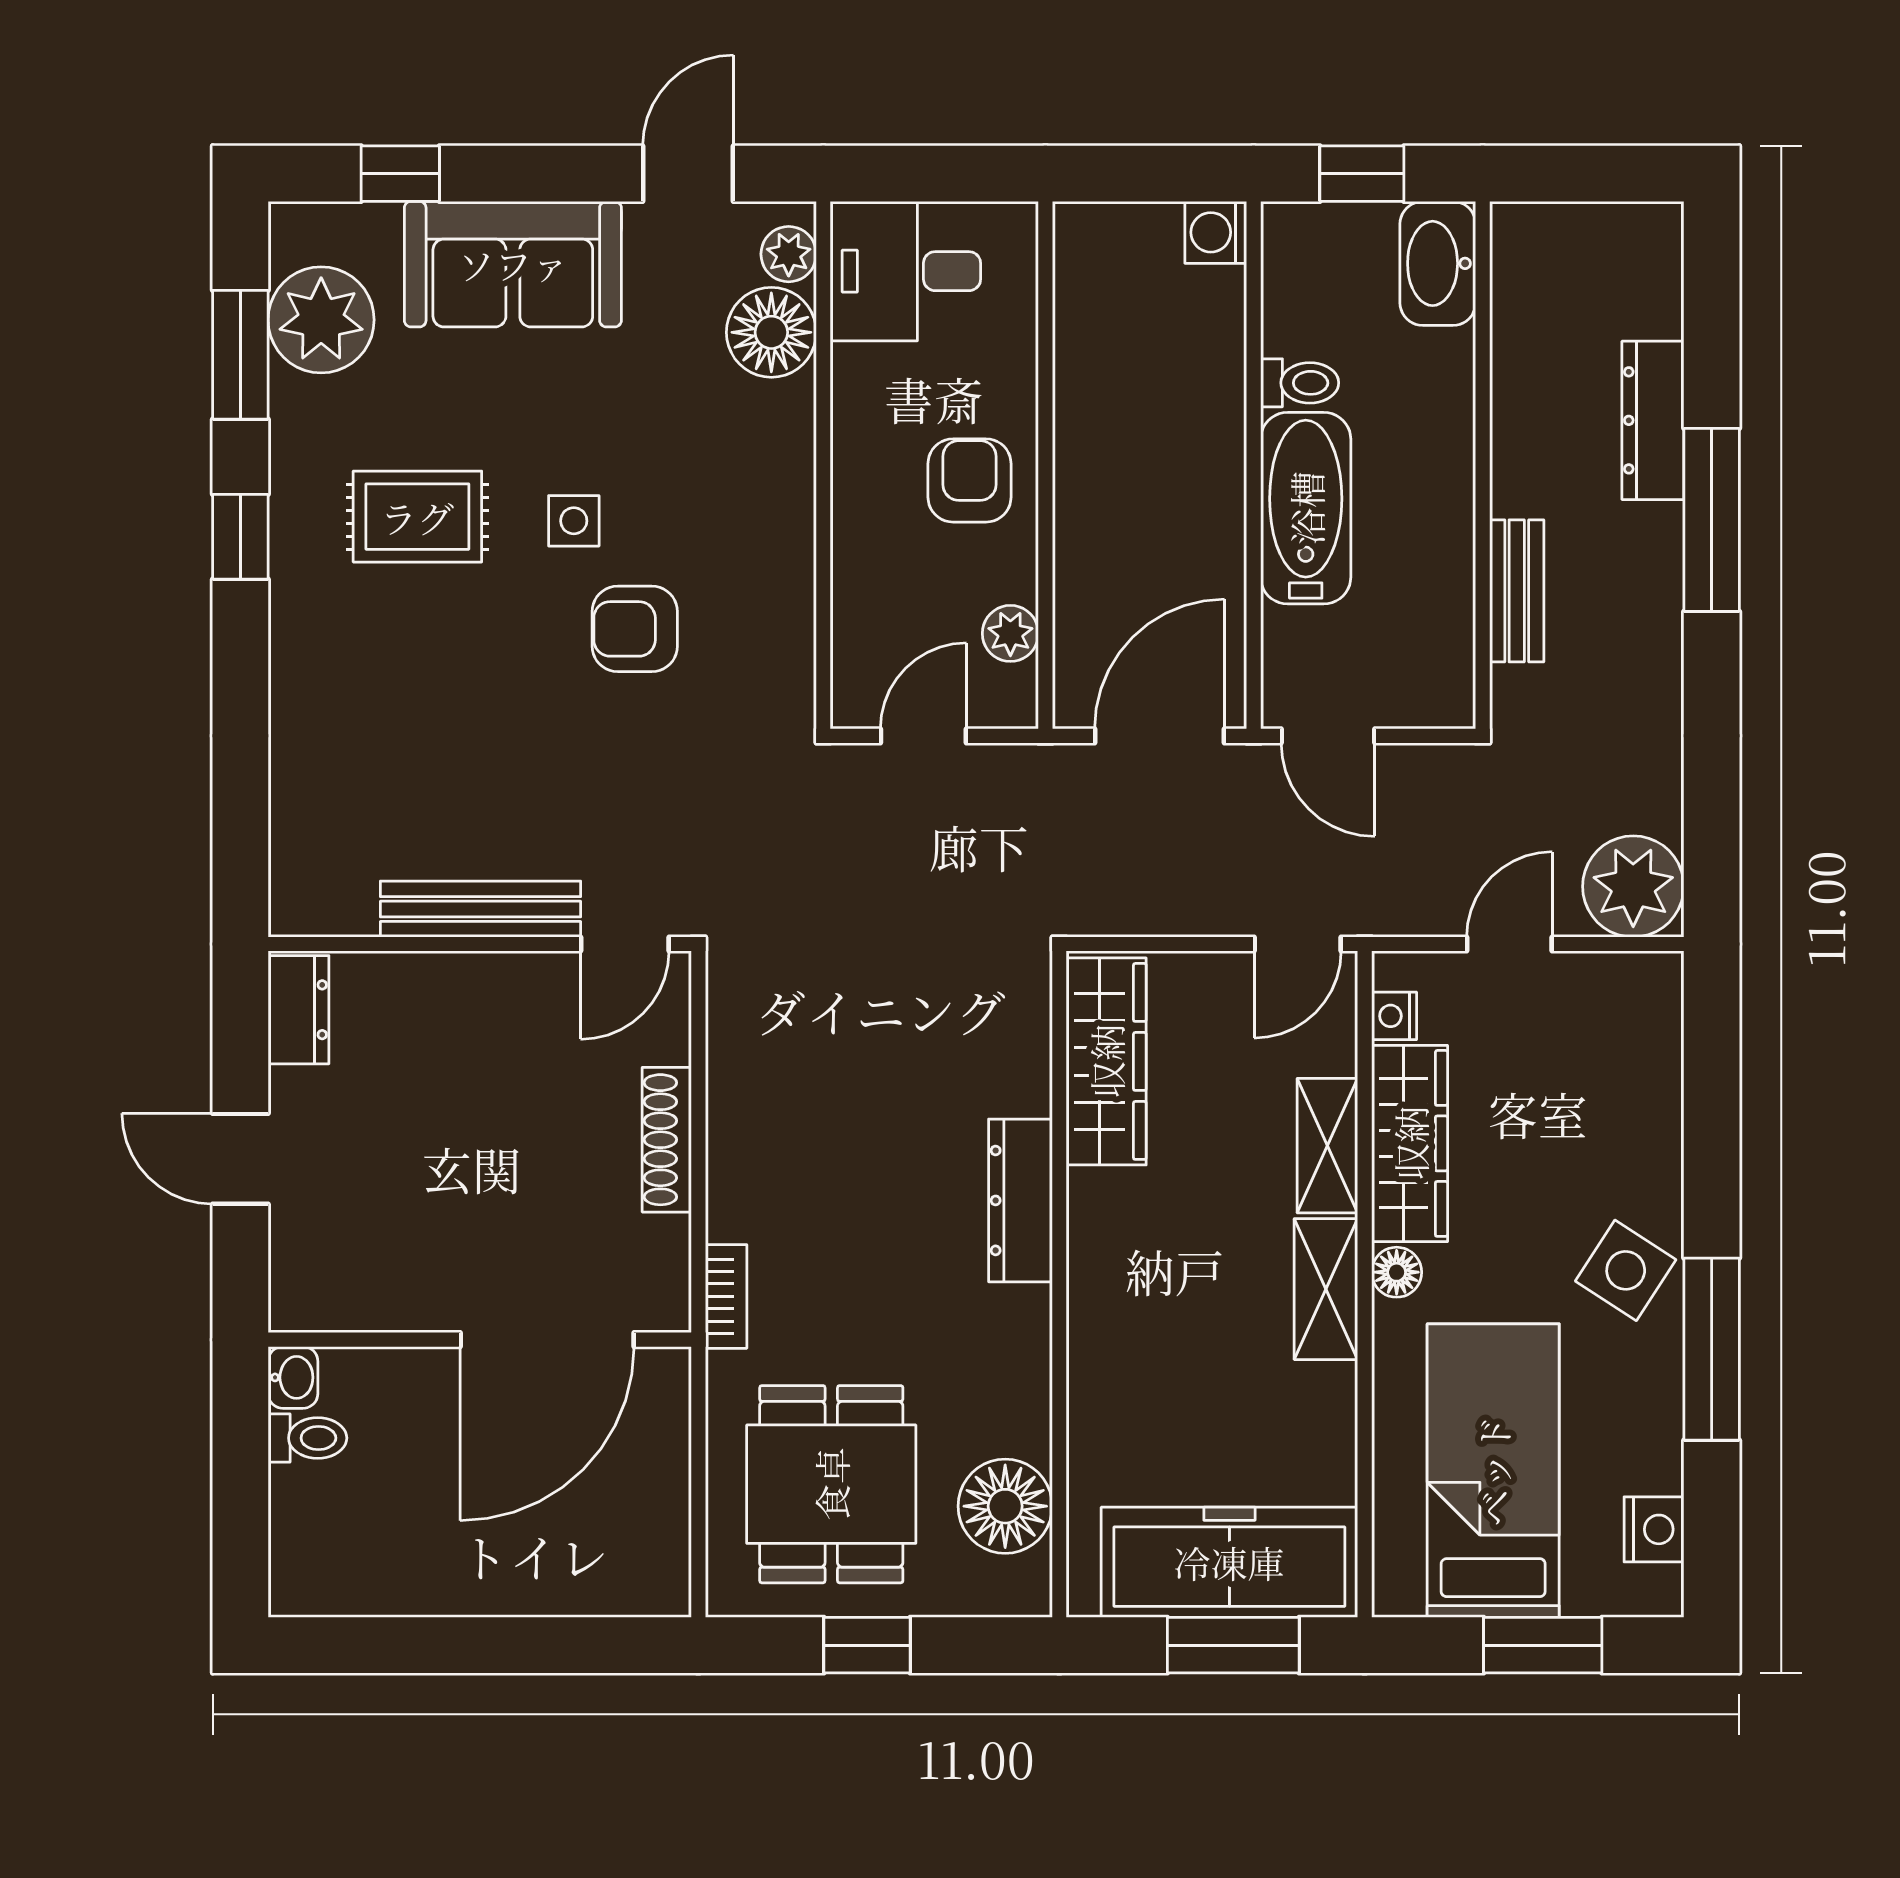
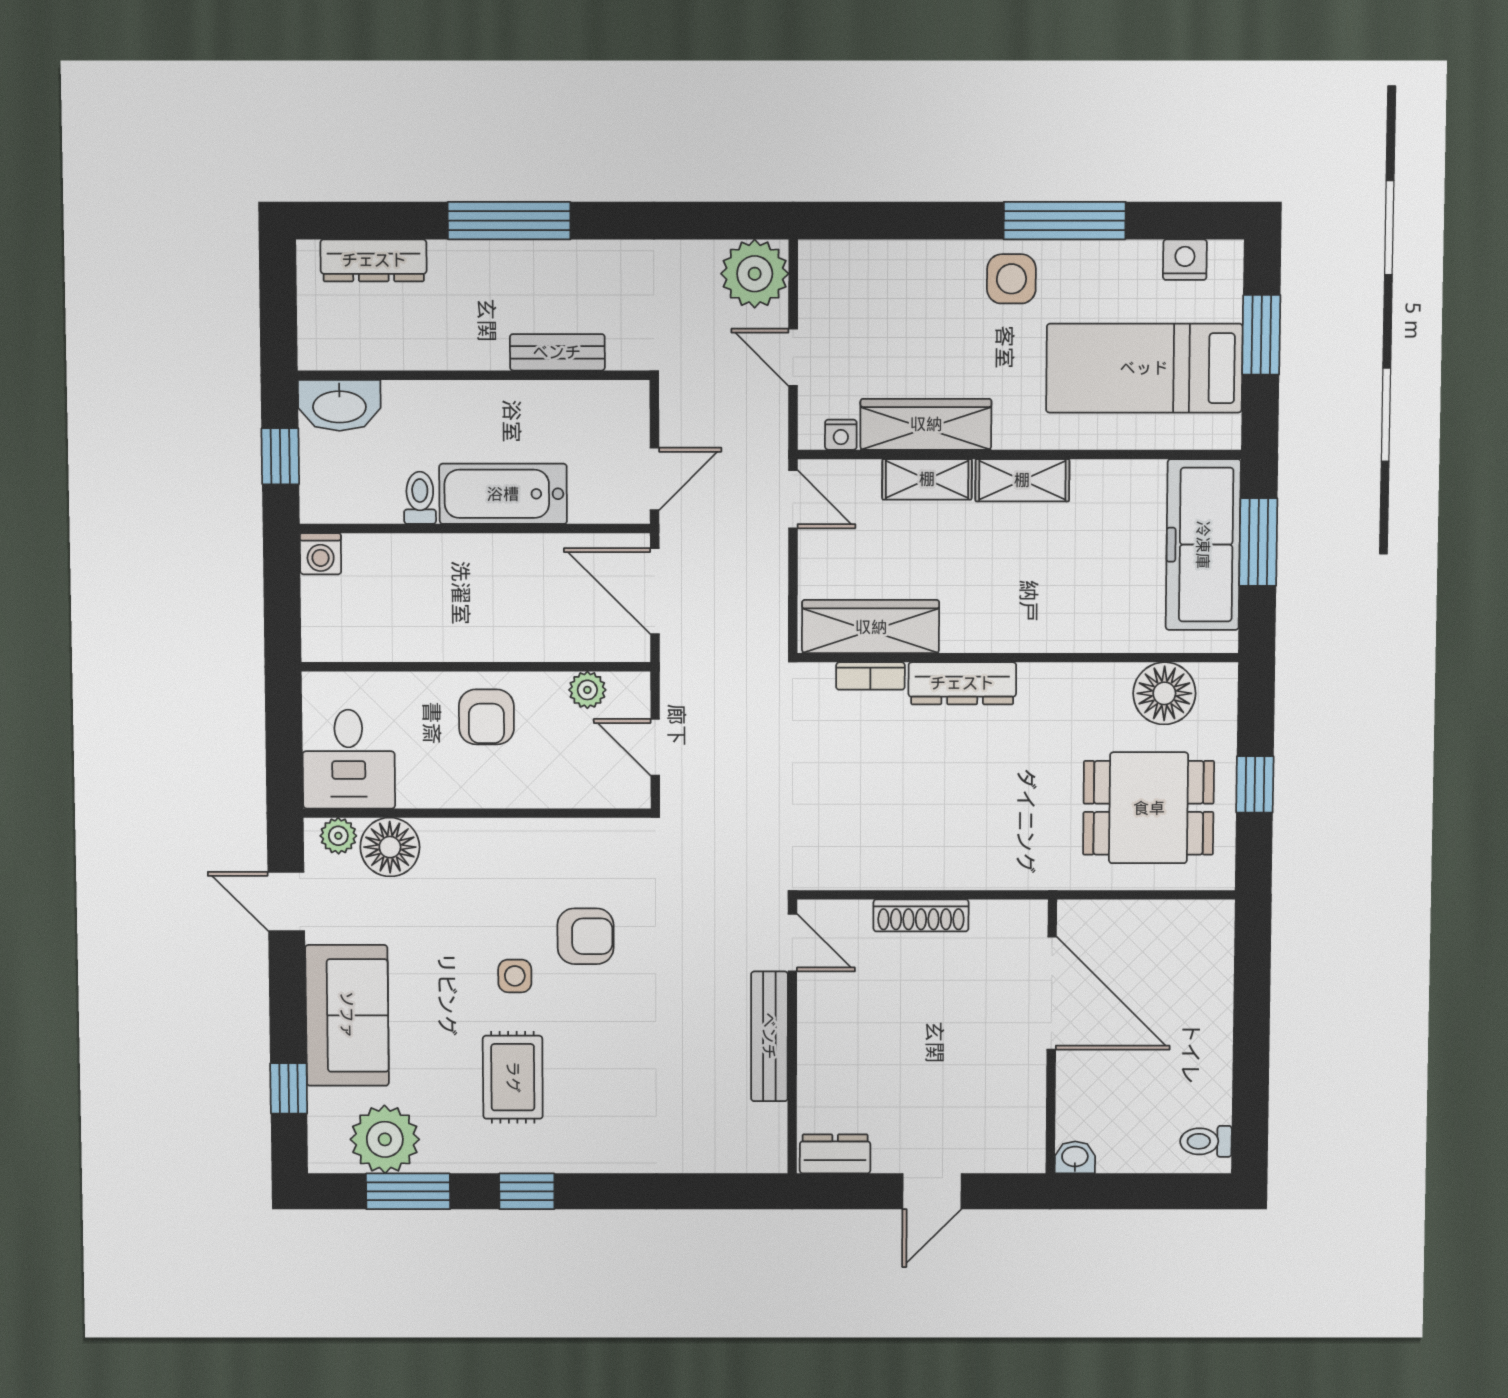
dresser: (1653, 420) -> (374, 260), moved
armchair: (970, 480) -> (486, 717), turned -90
armchair: (635, 629) -> (586, 936), turned -90
side table: (1626, 1270) -> (1011, 279), turned -33
floor lamp: (1397, 1272) -> (1012, 433), removed
bookcase: (726, 1296) -> (870, 676), moved, turned 180
toilet: (307, 1438) -> (1206, 1141), moved, turned -90

